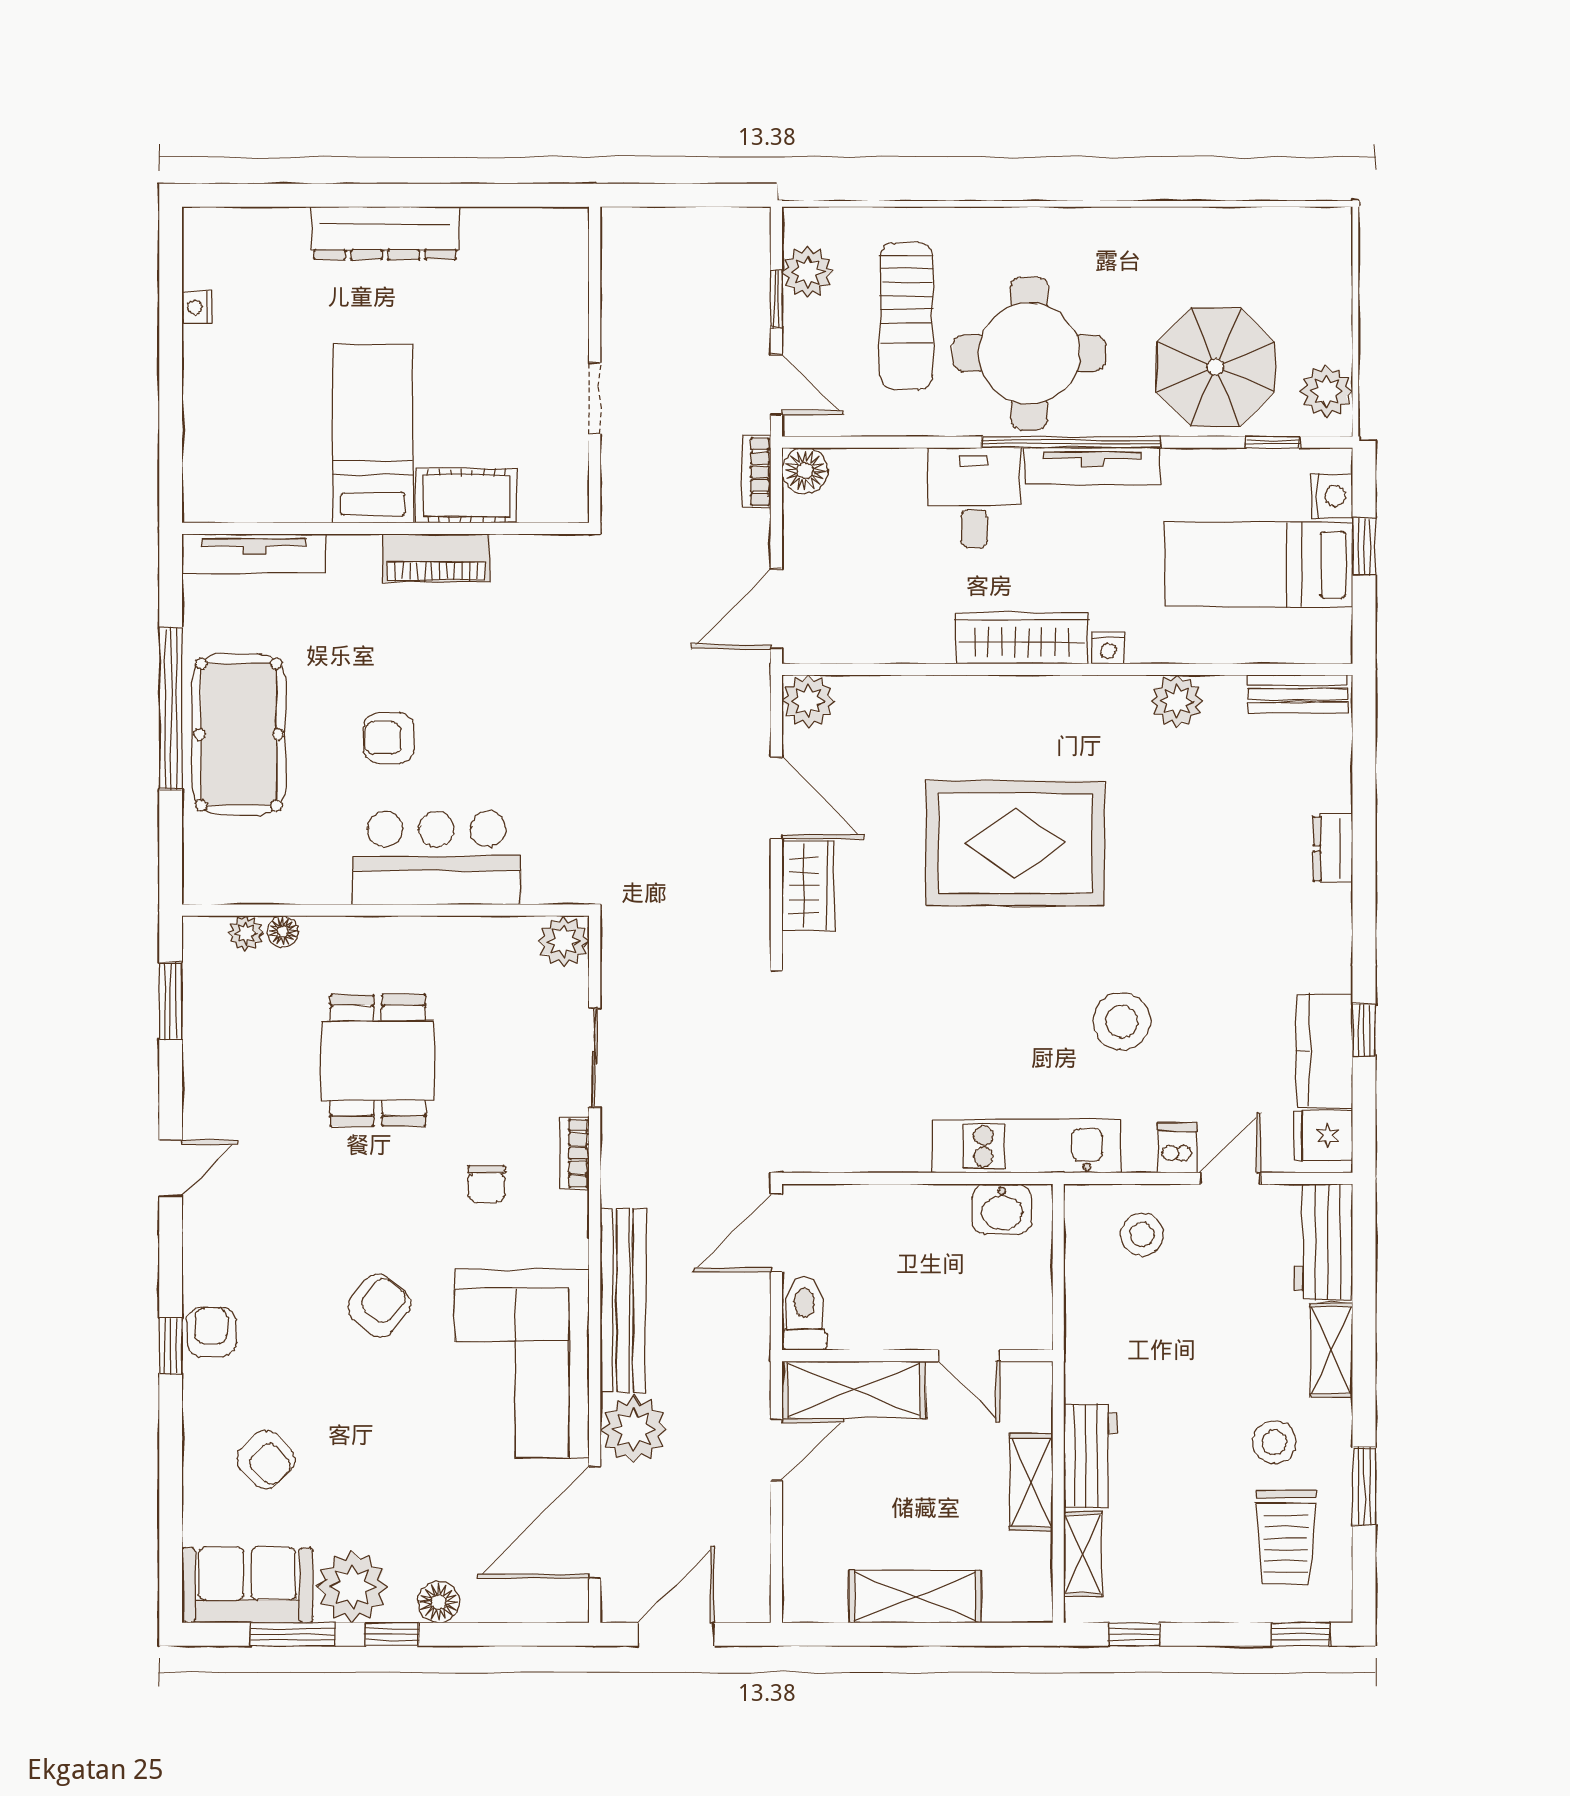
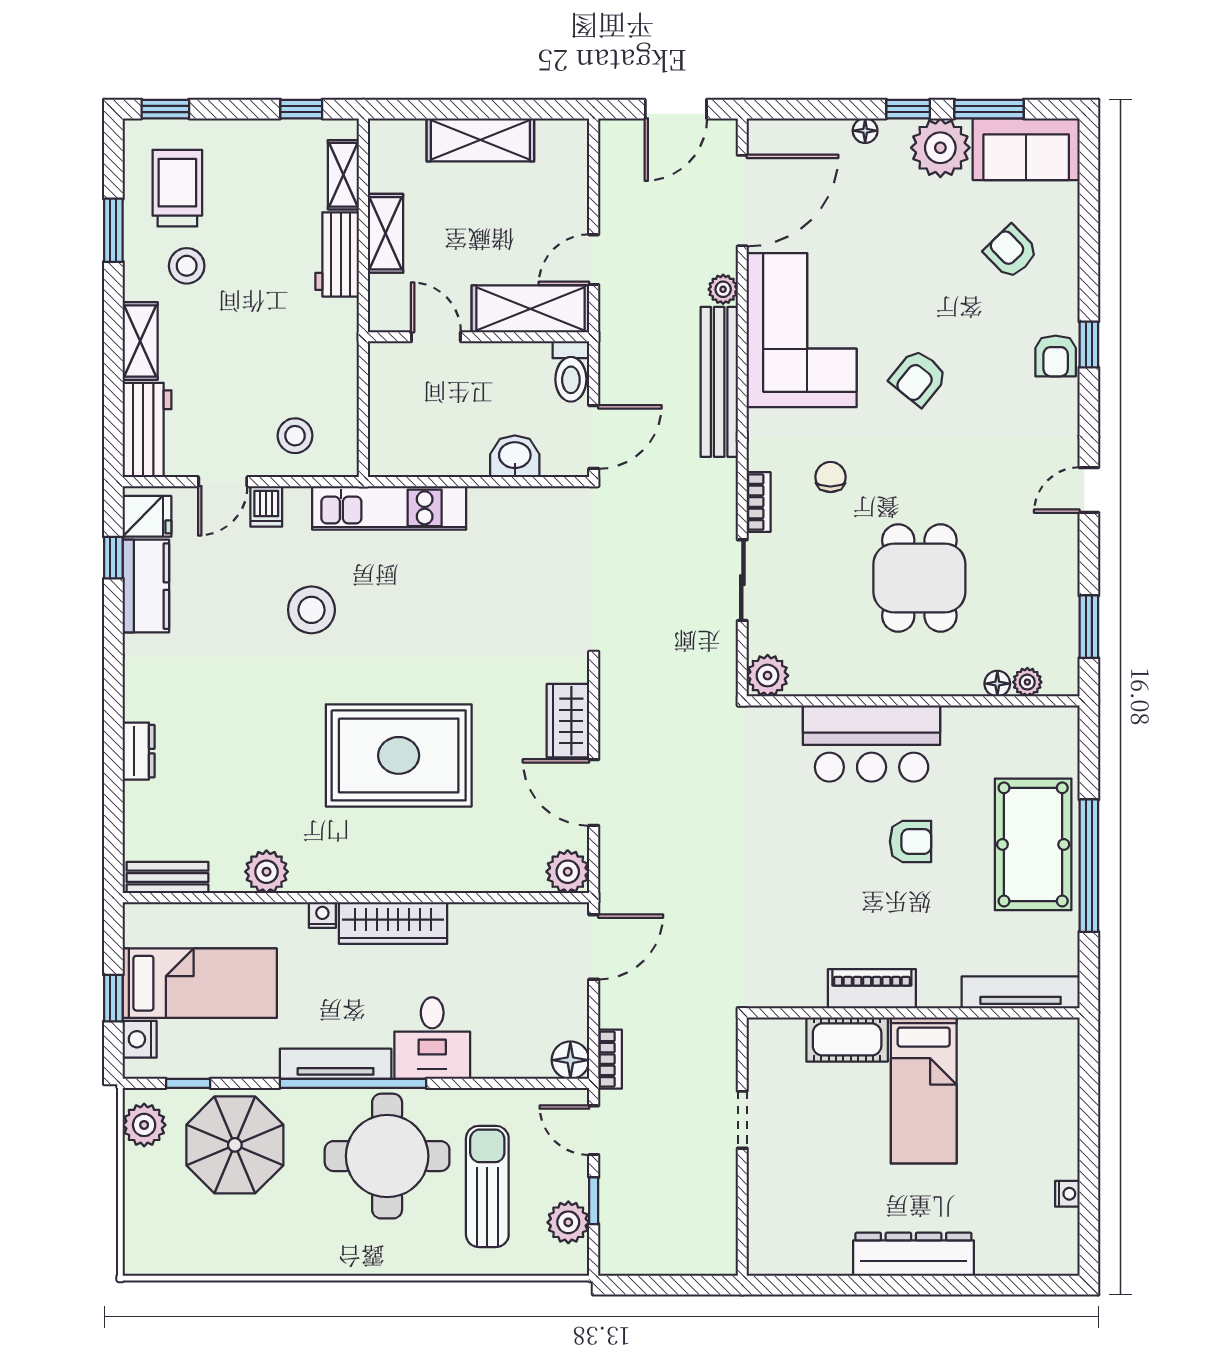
window: (1364, 1030) -> (113, 558), moved
washbasin: (1002, 1209) -> (515, 456), moved
plant: (634, 1429) -> (723, 289), width x0.53, depth x0.53
floor lamp: (439, 1602) -> (865, 131), width x0.73, depth x0.73

